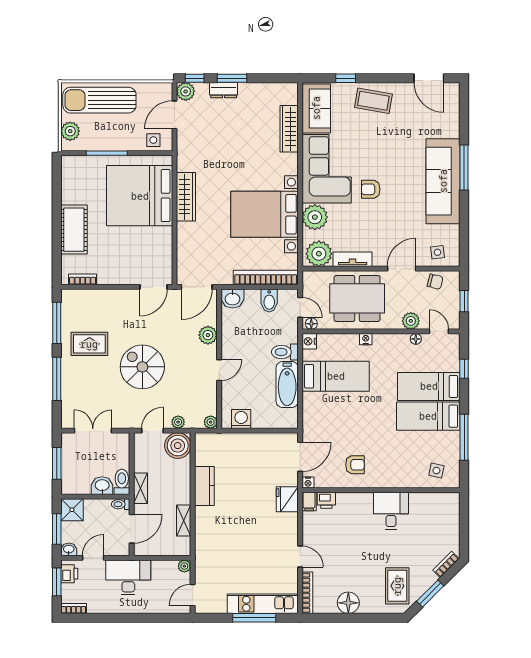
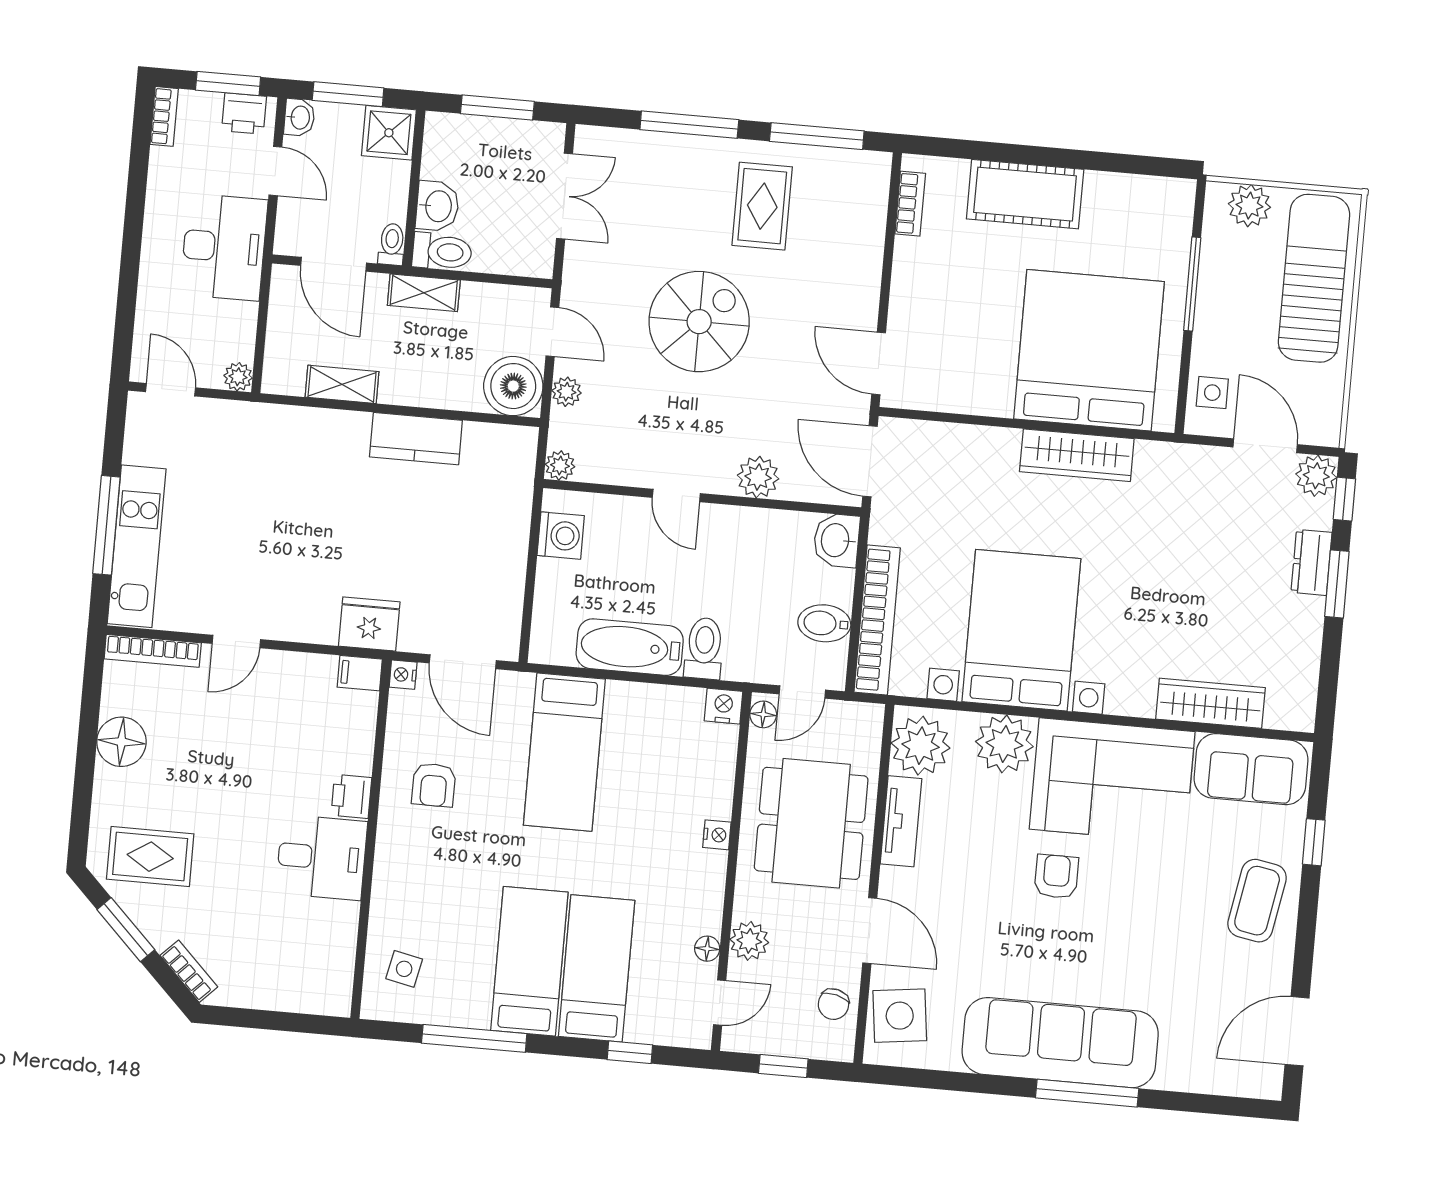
side table: (438, 252) -> (900, 1016), width x1.87, depth x1.87
bed: (336, 376) -> (564, 752), moved
printer: (326, 500) -> (351, 796), moved

